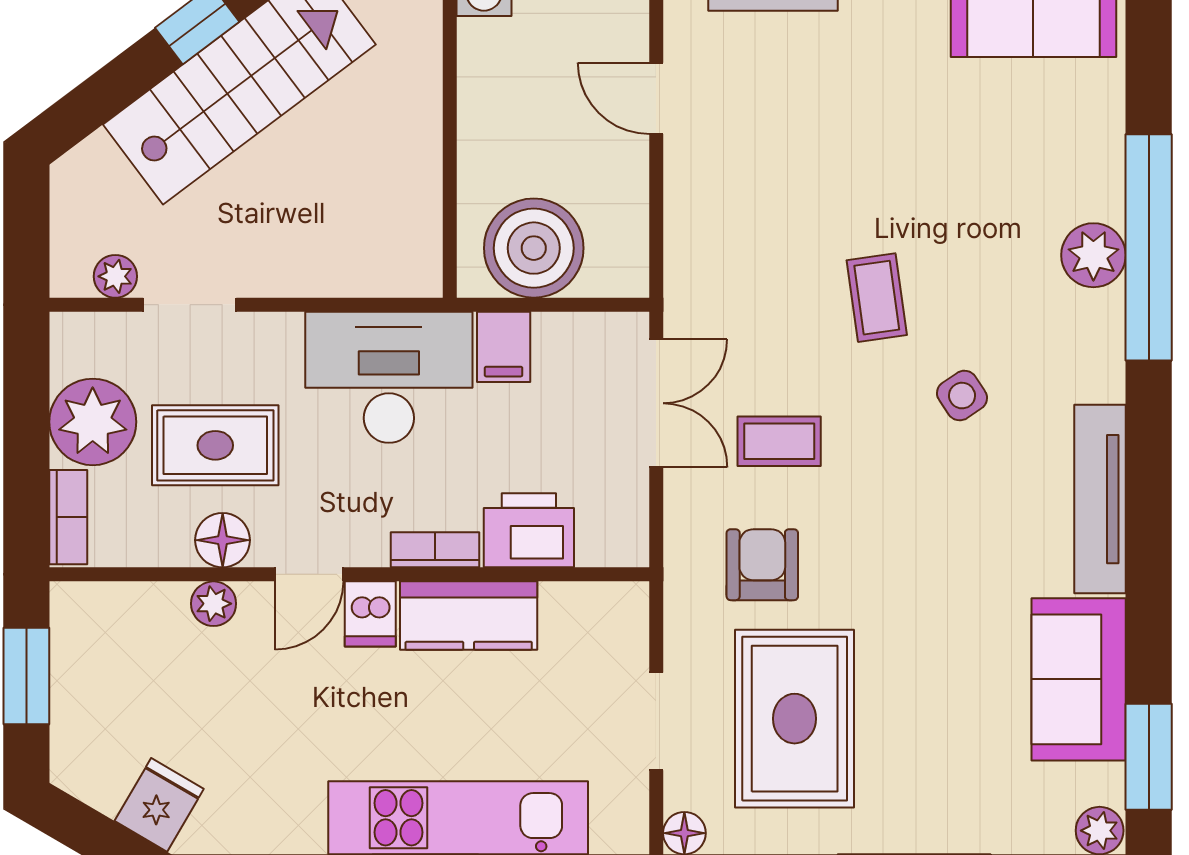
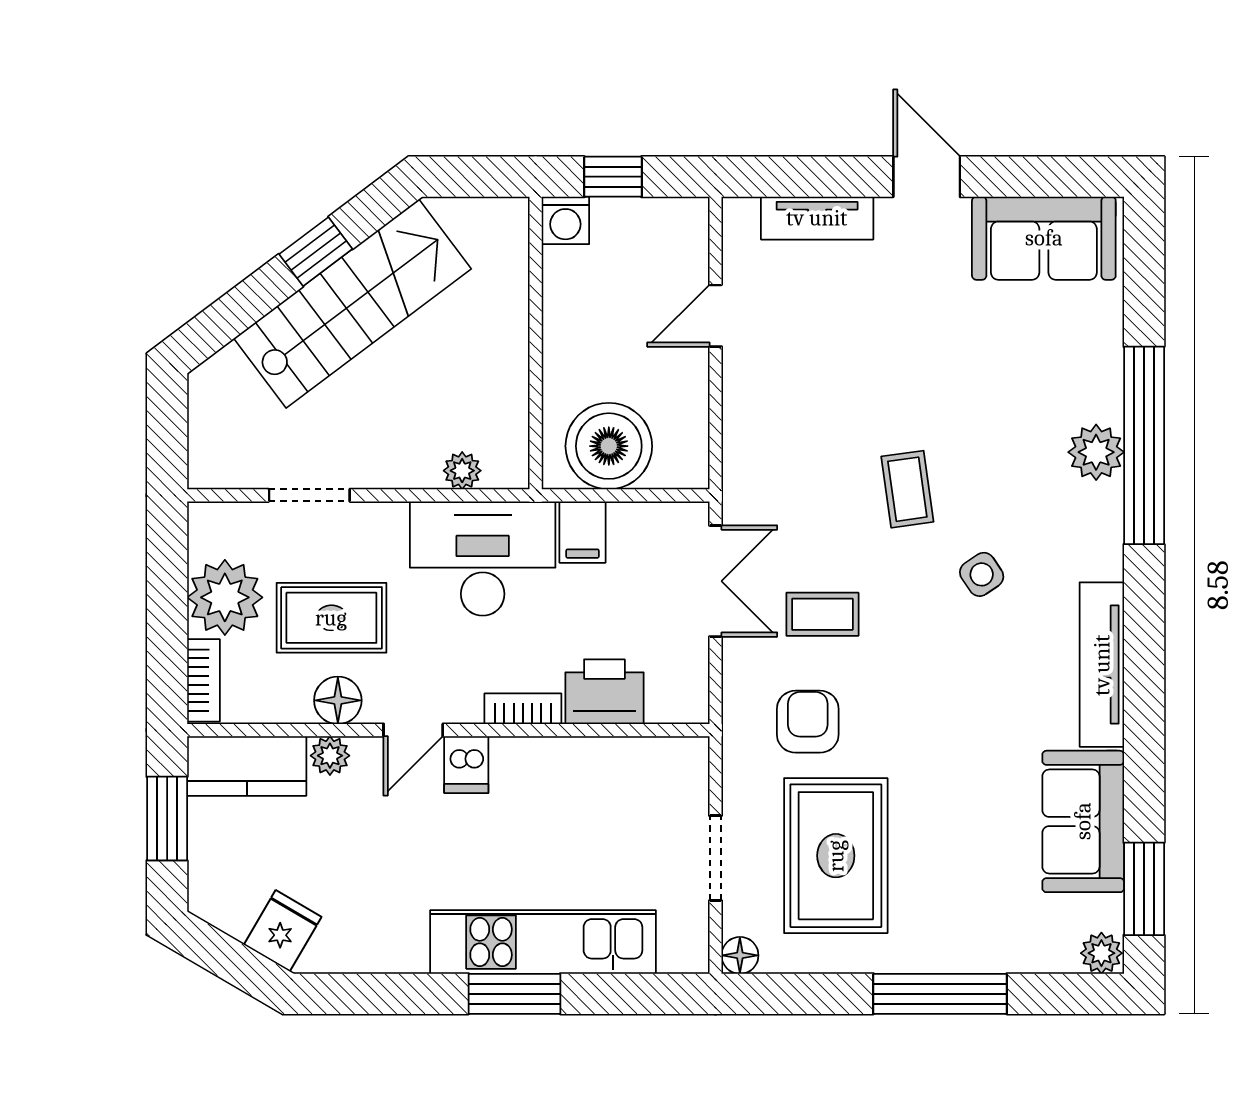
door: (656, 98) -> (715, 316), hinge flipped
plant: (115, 276) -> (462, 471), moved
kitchen counter: (469, 616) -> (247, 766), moved

